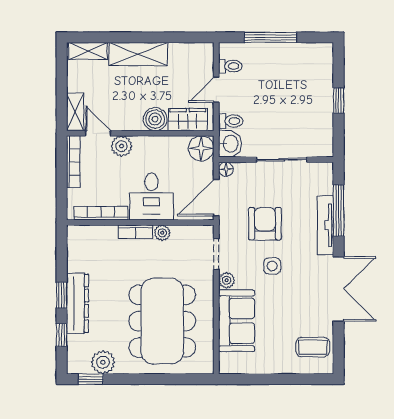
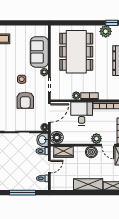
boiler: (155, 119) -> (91, 152), moved

